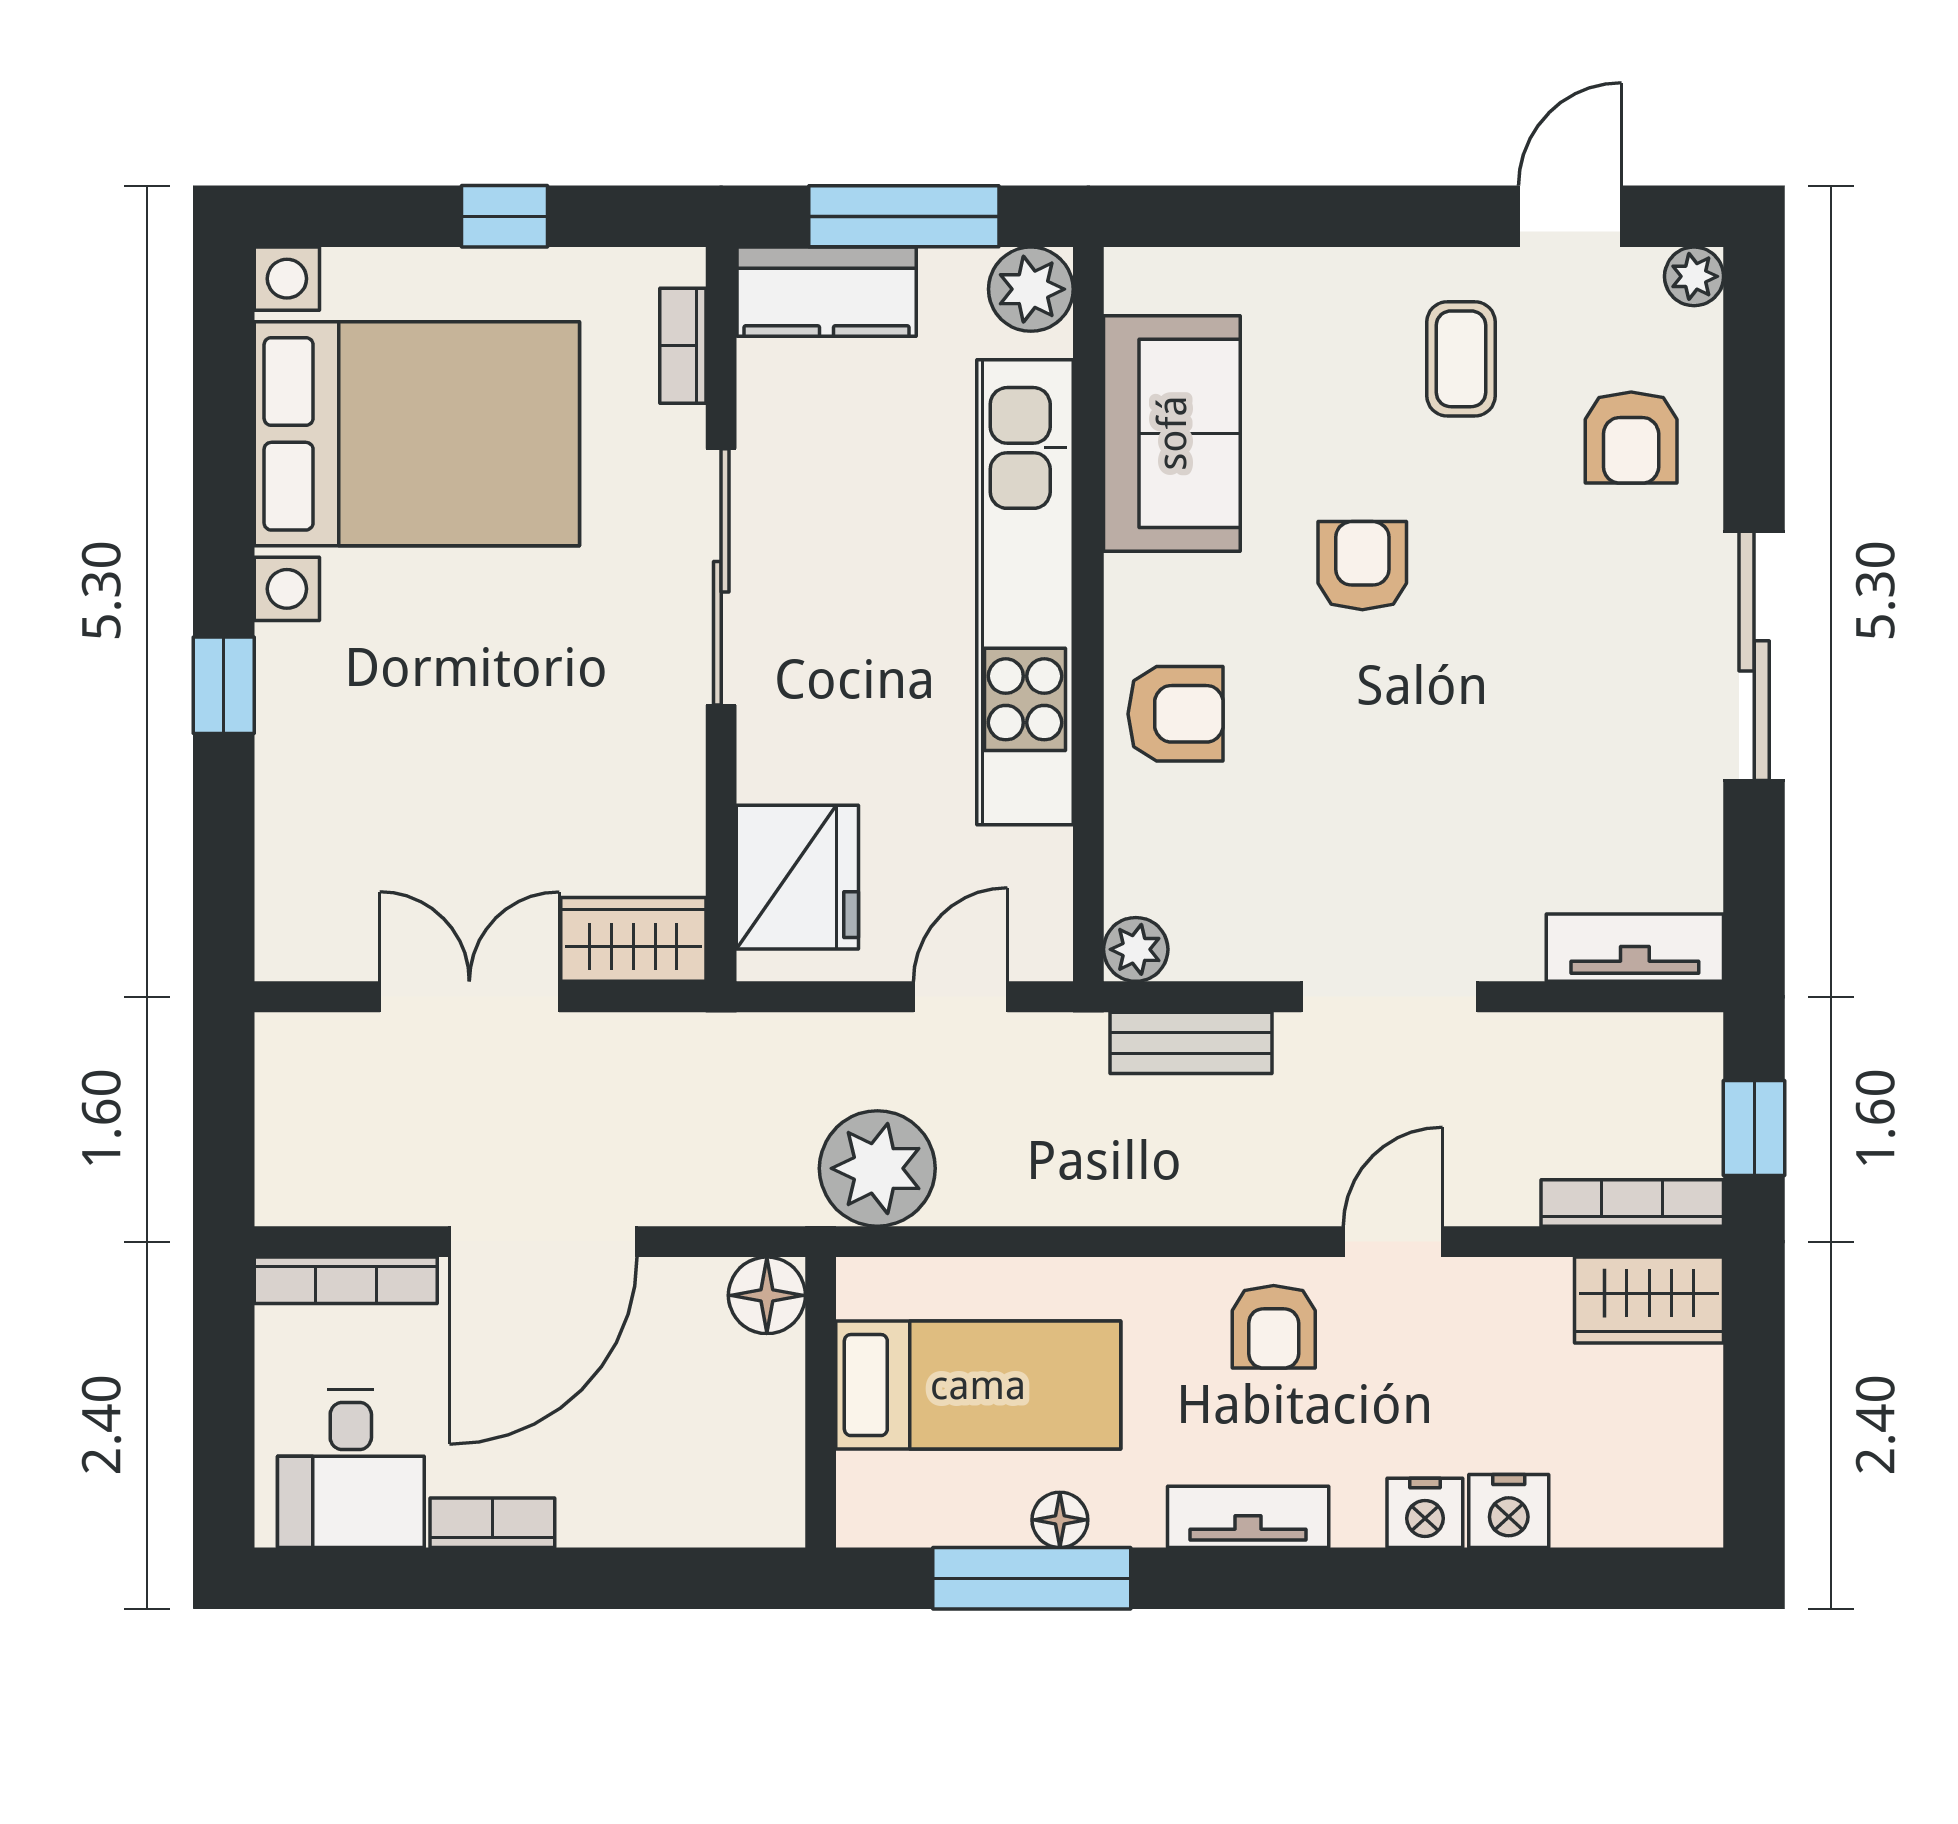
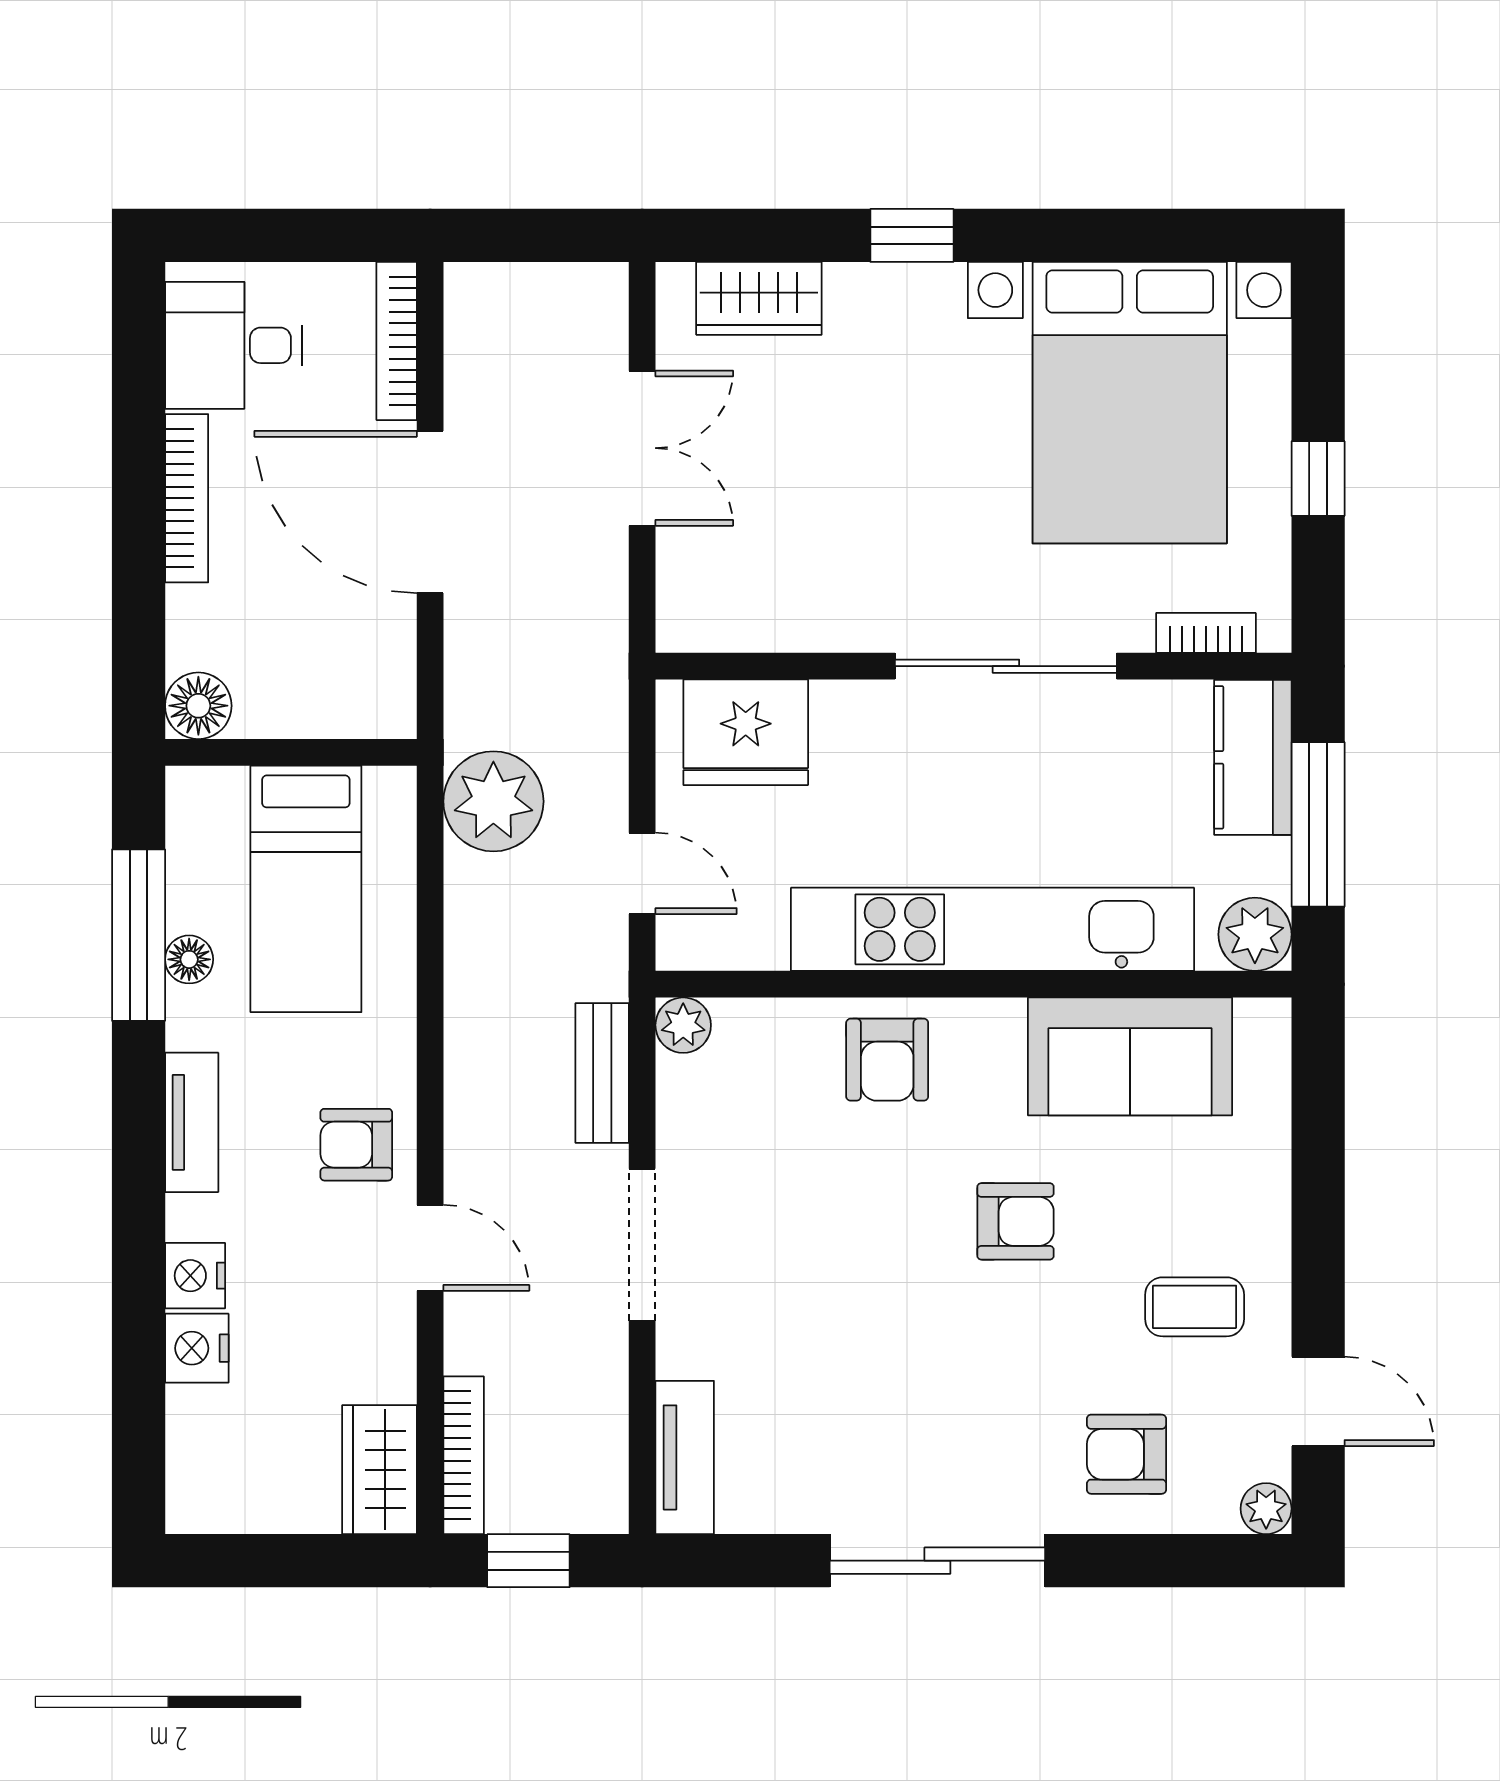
wardrobe: (633, 939) -> (759, 298), moved, turned 90
floor lamp: (767, 1295) -> (198, 706), moved
bookcase: (492, 1523) -> (187, 498), width x1.56

